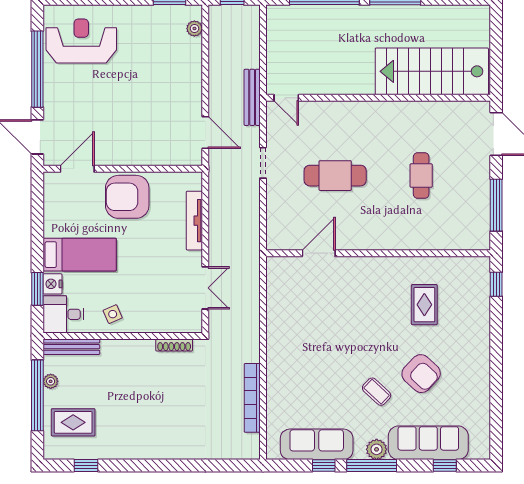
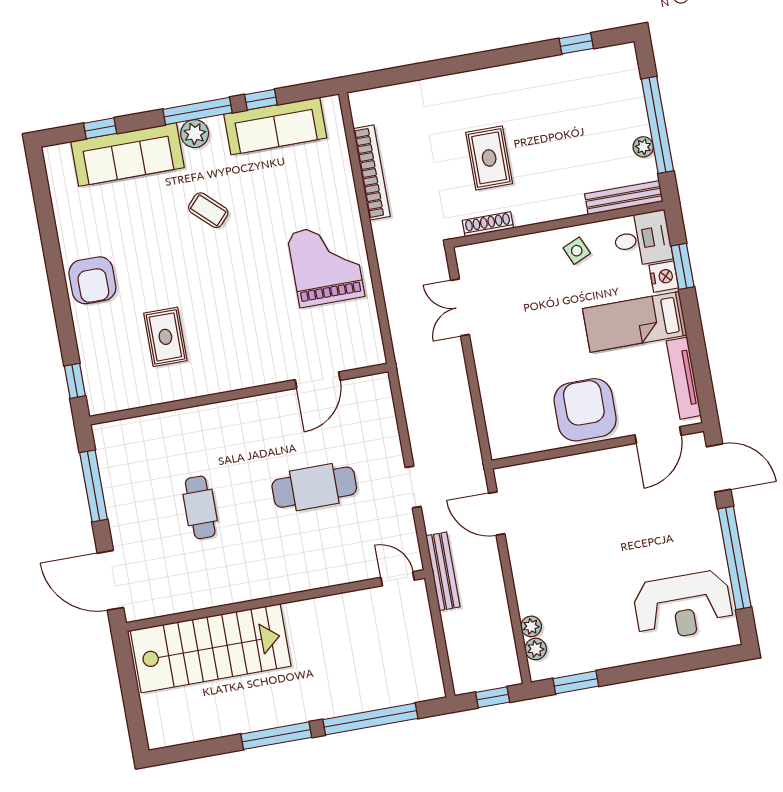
plant: (195, 46) -> (531, 626), added
armchair: (127, 197) -> (585, 410), turned -90
tv unit: (194, 221) -> (684, 378), moved, turned 180
grand piano: (298, 337) -> (326, 265), added
armchair: (421, 374) -> (92, 280), moved, turned -133
rug: (73, 422) -> (489, 158), moved, turned 90

